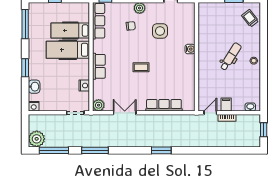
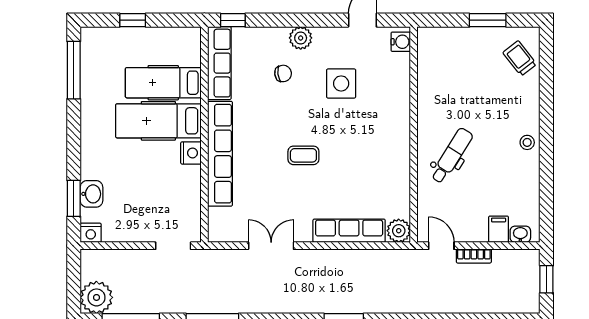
water cooler: (190, 49) -> (401, 42), moved
dental chair: (231, 57) -> (452, 156), moved
row of seats: (99, 66) -> (220, 154), width x2.02
window: (25, 68) -> (74, 198), moved
nightstand: (84, 86) -> (191, 153), moved
filing cabinet: (226, 104) -> (499, 229), moved
plant: (99, 105) -> (399, 231), moved
door: (210, 113) -> (441, 246), hinge flipped

